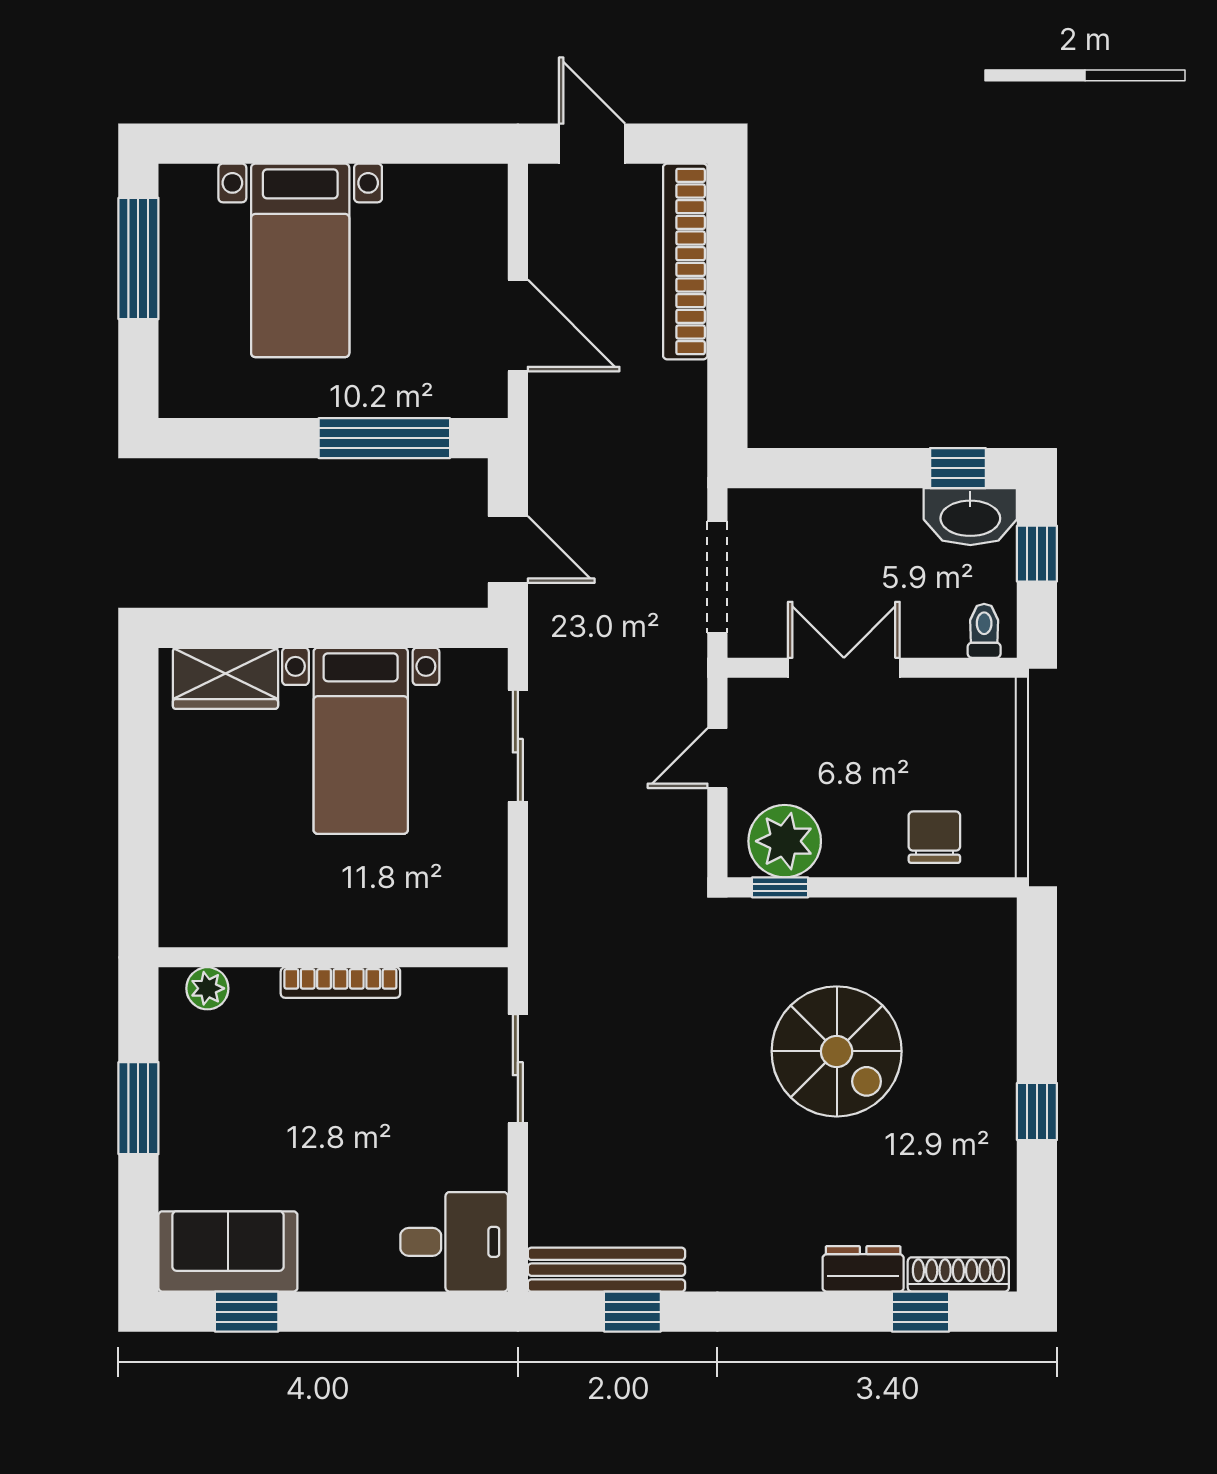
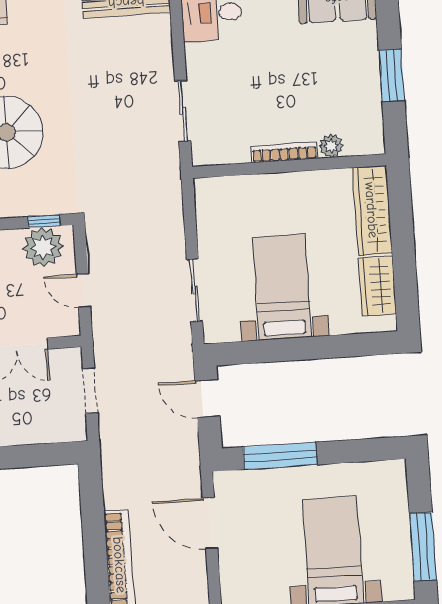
doorway: (717, 577) -> (90, 391), width x0.73
wardrobe: (225, 678) -> (378, 286), moved, turned -90
door: (717, 758) -> (83, 291), swing flipped
wardrobe: (189, 868) -> (372, 210), added
plant: (207, 988) -> (331, 146), moved

